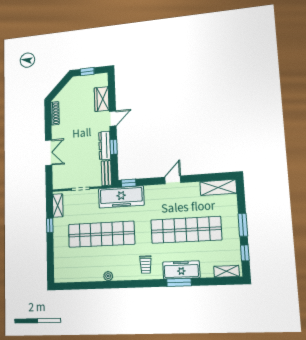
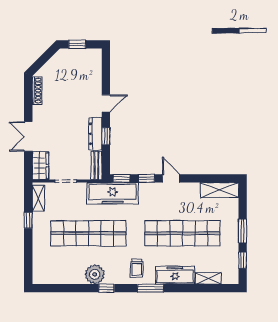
wardrobe: (102, 99) -> (40, 166), moved, turned 180
double door: (49, 153) -> (28, 137), swing flipped
door: (173, 180) -> (171, 178), hinge flipped
window: (151, 181) -> (147, 178), added
shelving: (227, 271) -> (208, 278), moved
plant: (108, 276) -> (95, 274), width x1.87, depth x1.87
window: (179, 282) -> (151, 288), moved
window: (119, 284) -> (107, 288), added

